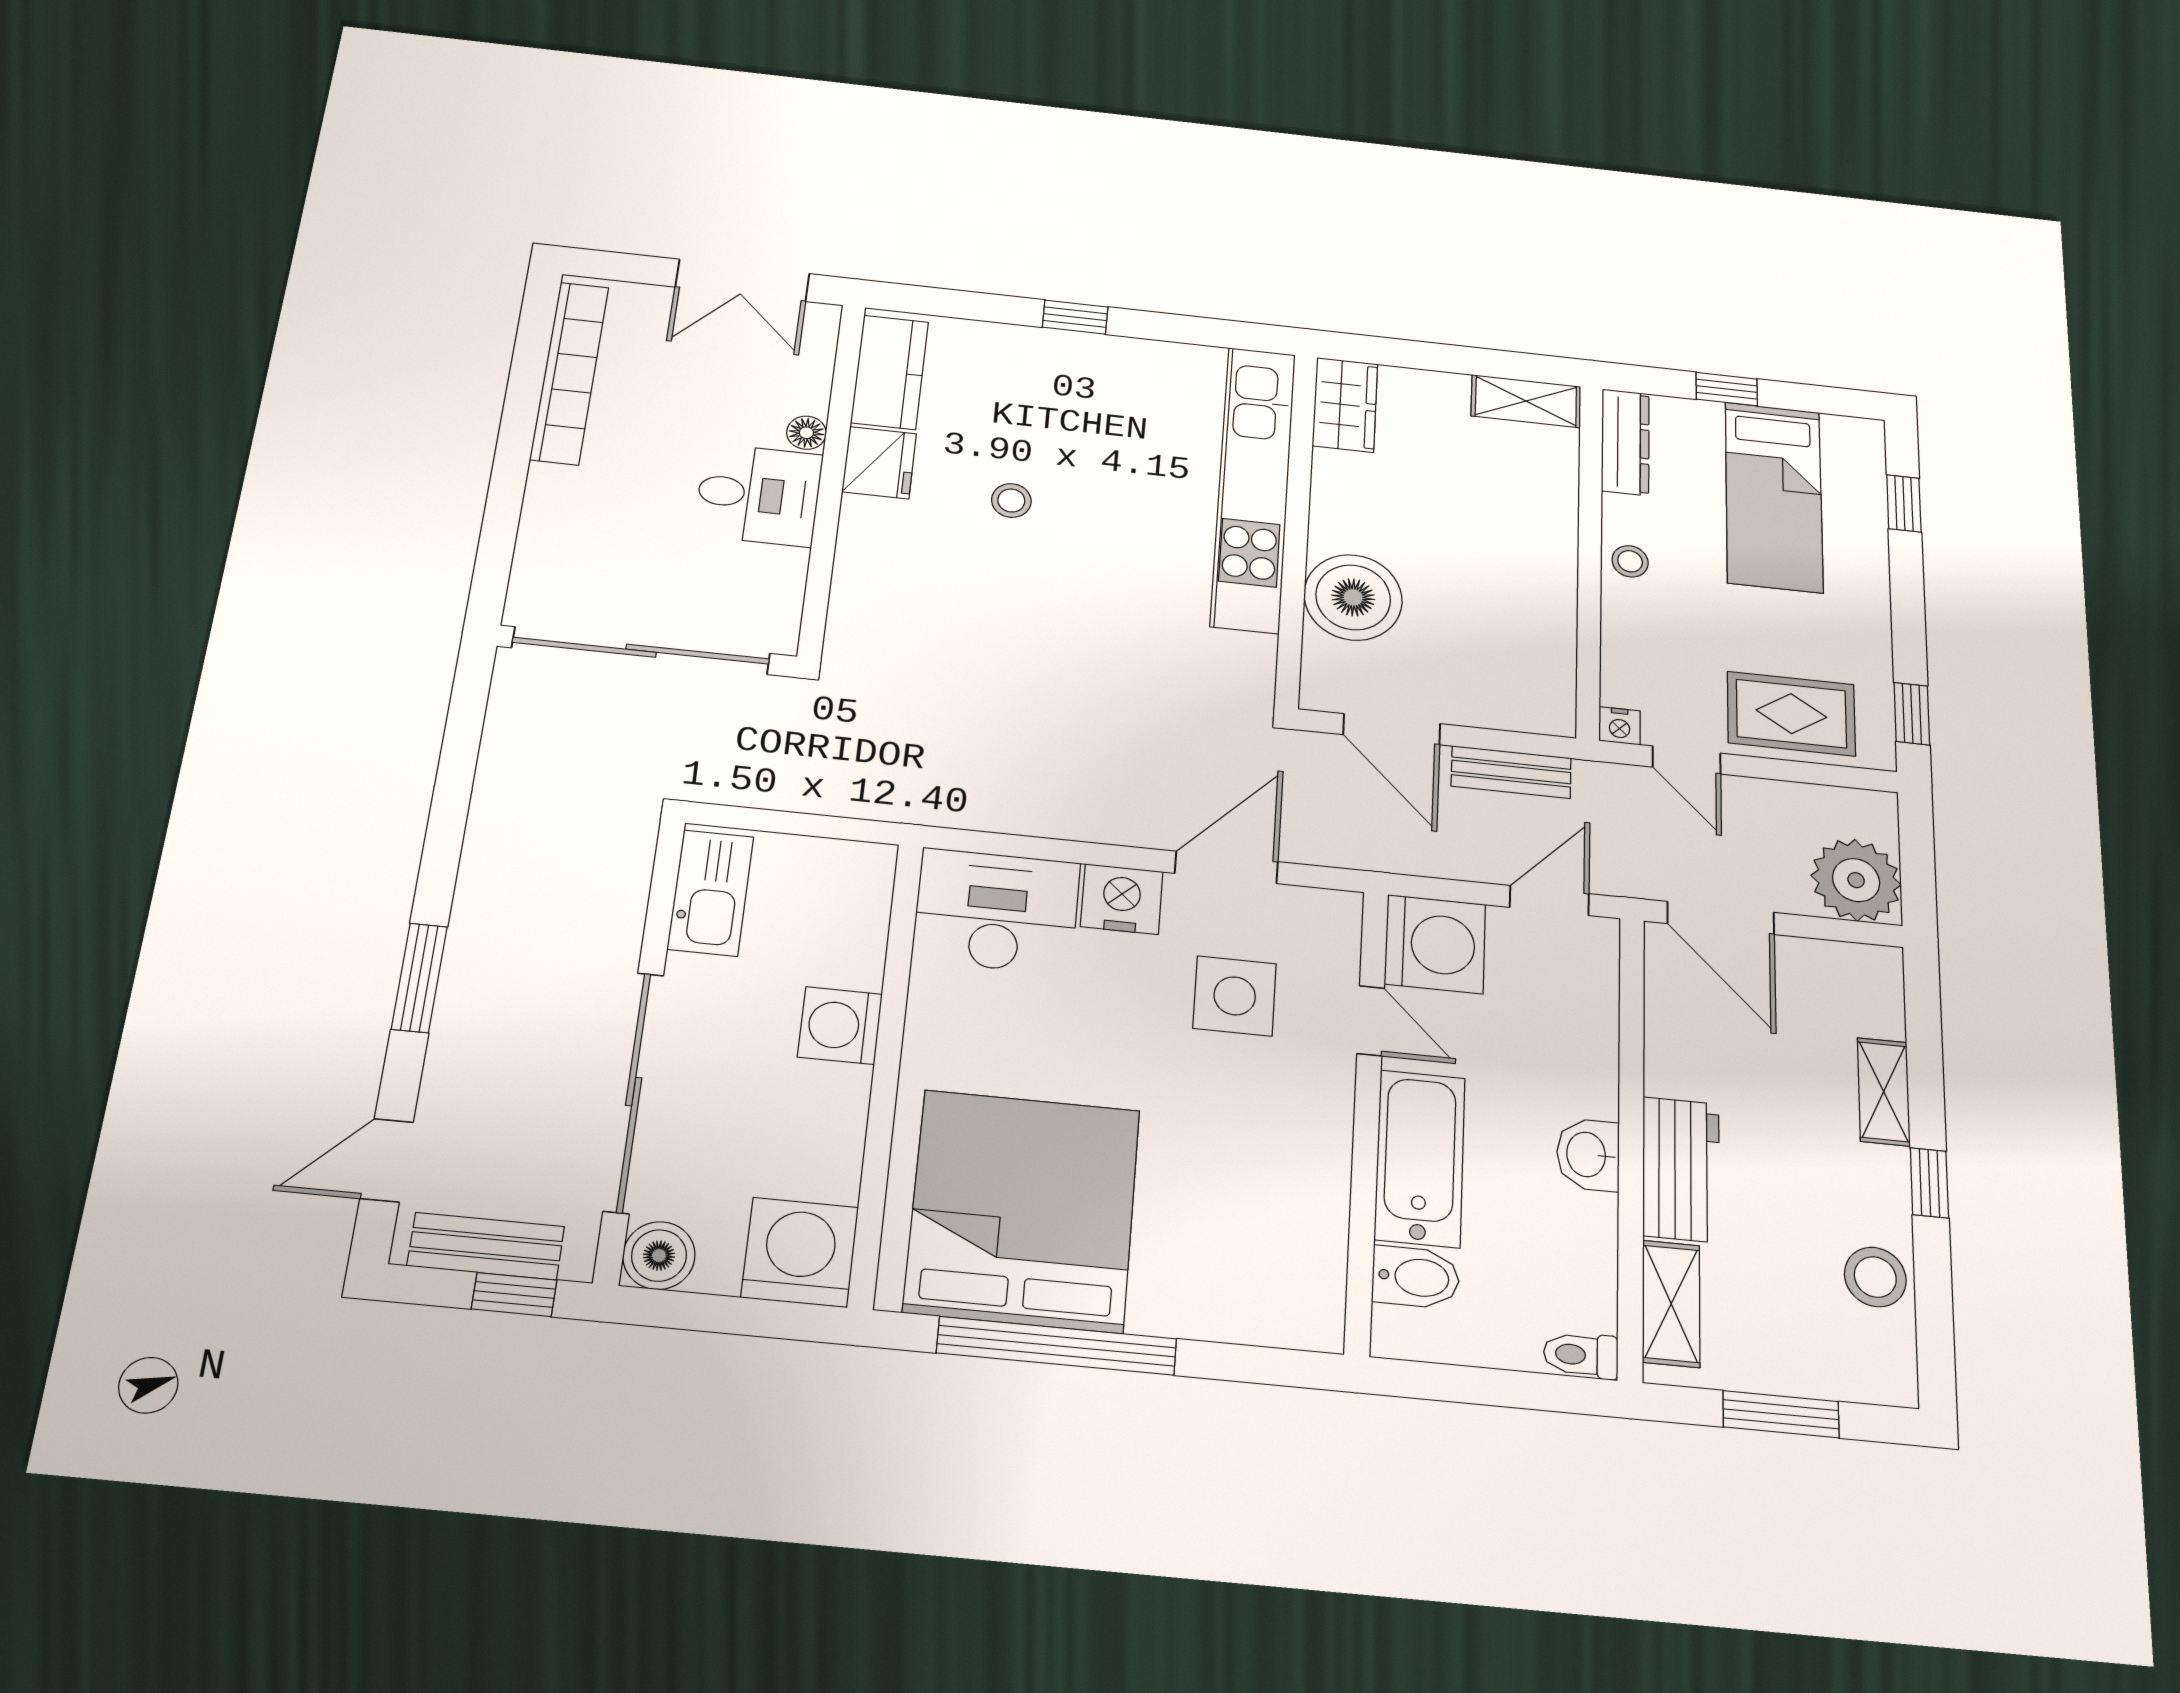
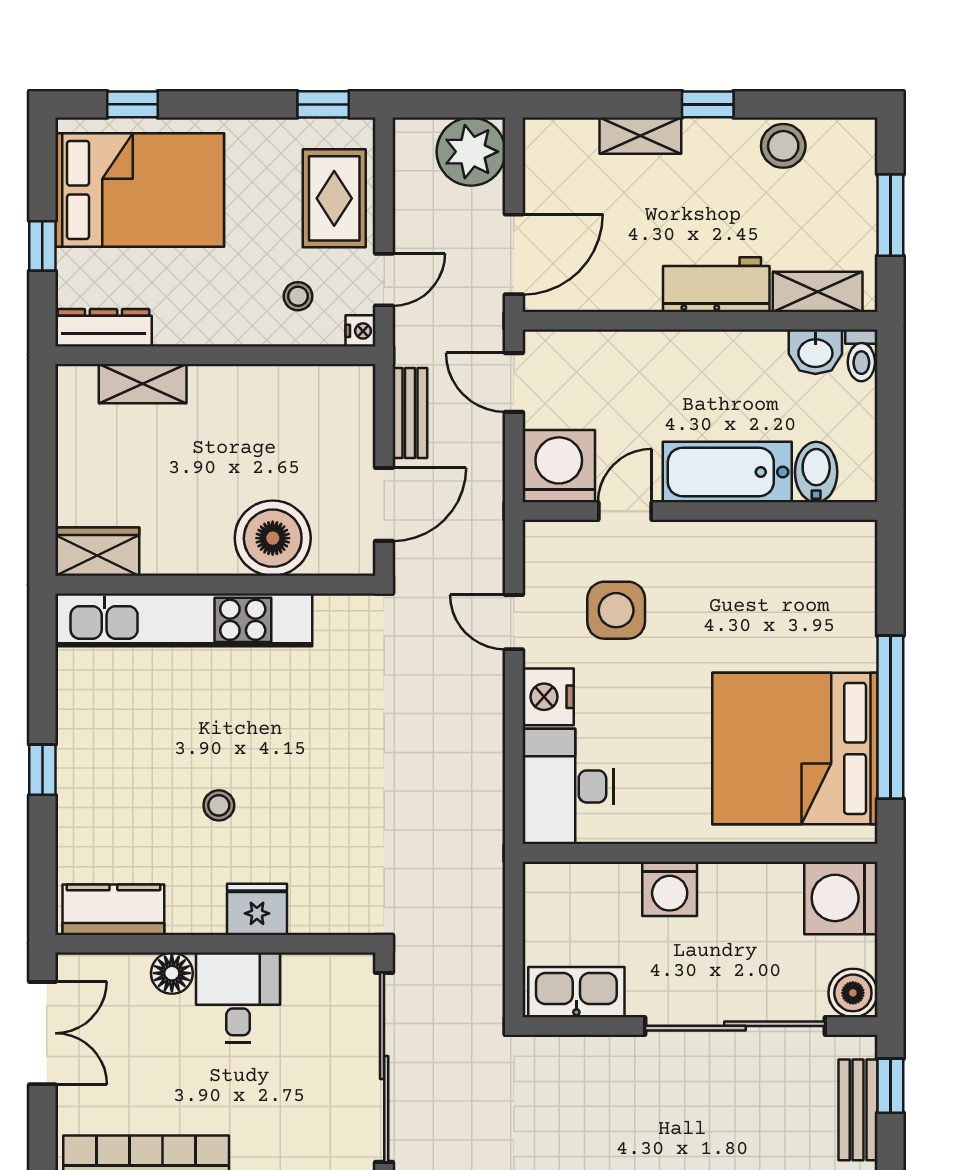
shelving: (1526, 401) -> (143, 384), moved, turned 90
floor lamp: (806, 433) -> (172, 973), width x1.37, depth x1.37
fridge: (879, 463) -> (257, 909), moved
bed: (1774, 497) -> (140, 190), width x1.50
stool: (1630, 561) -> (298, 296), moved
door: (1226, 867) -> (514, 622), width x0.73
washbasin: (1588, 1155) -> (815, 352), moved

